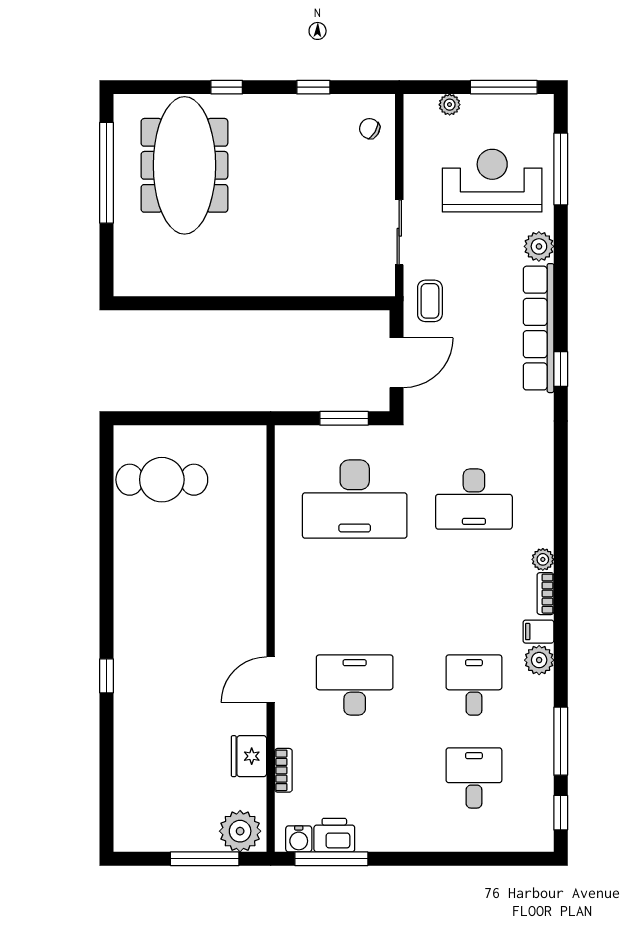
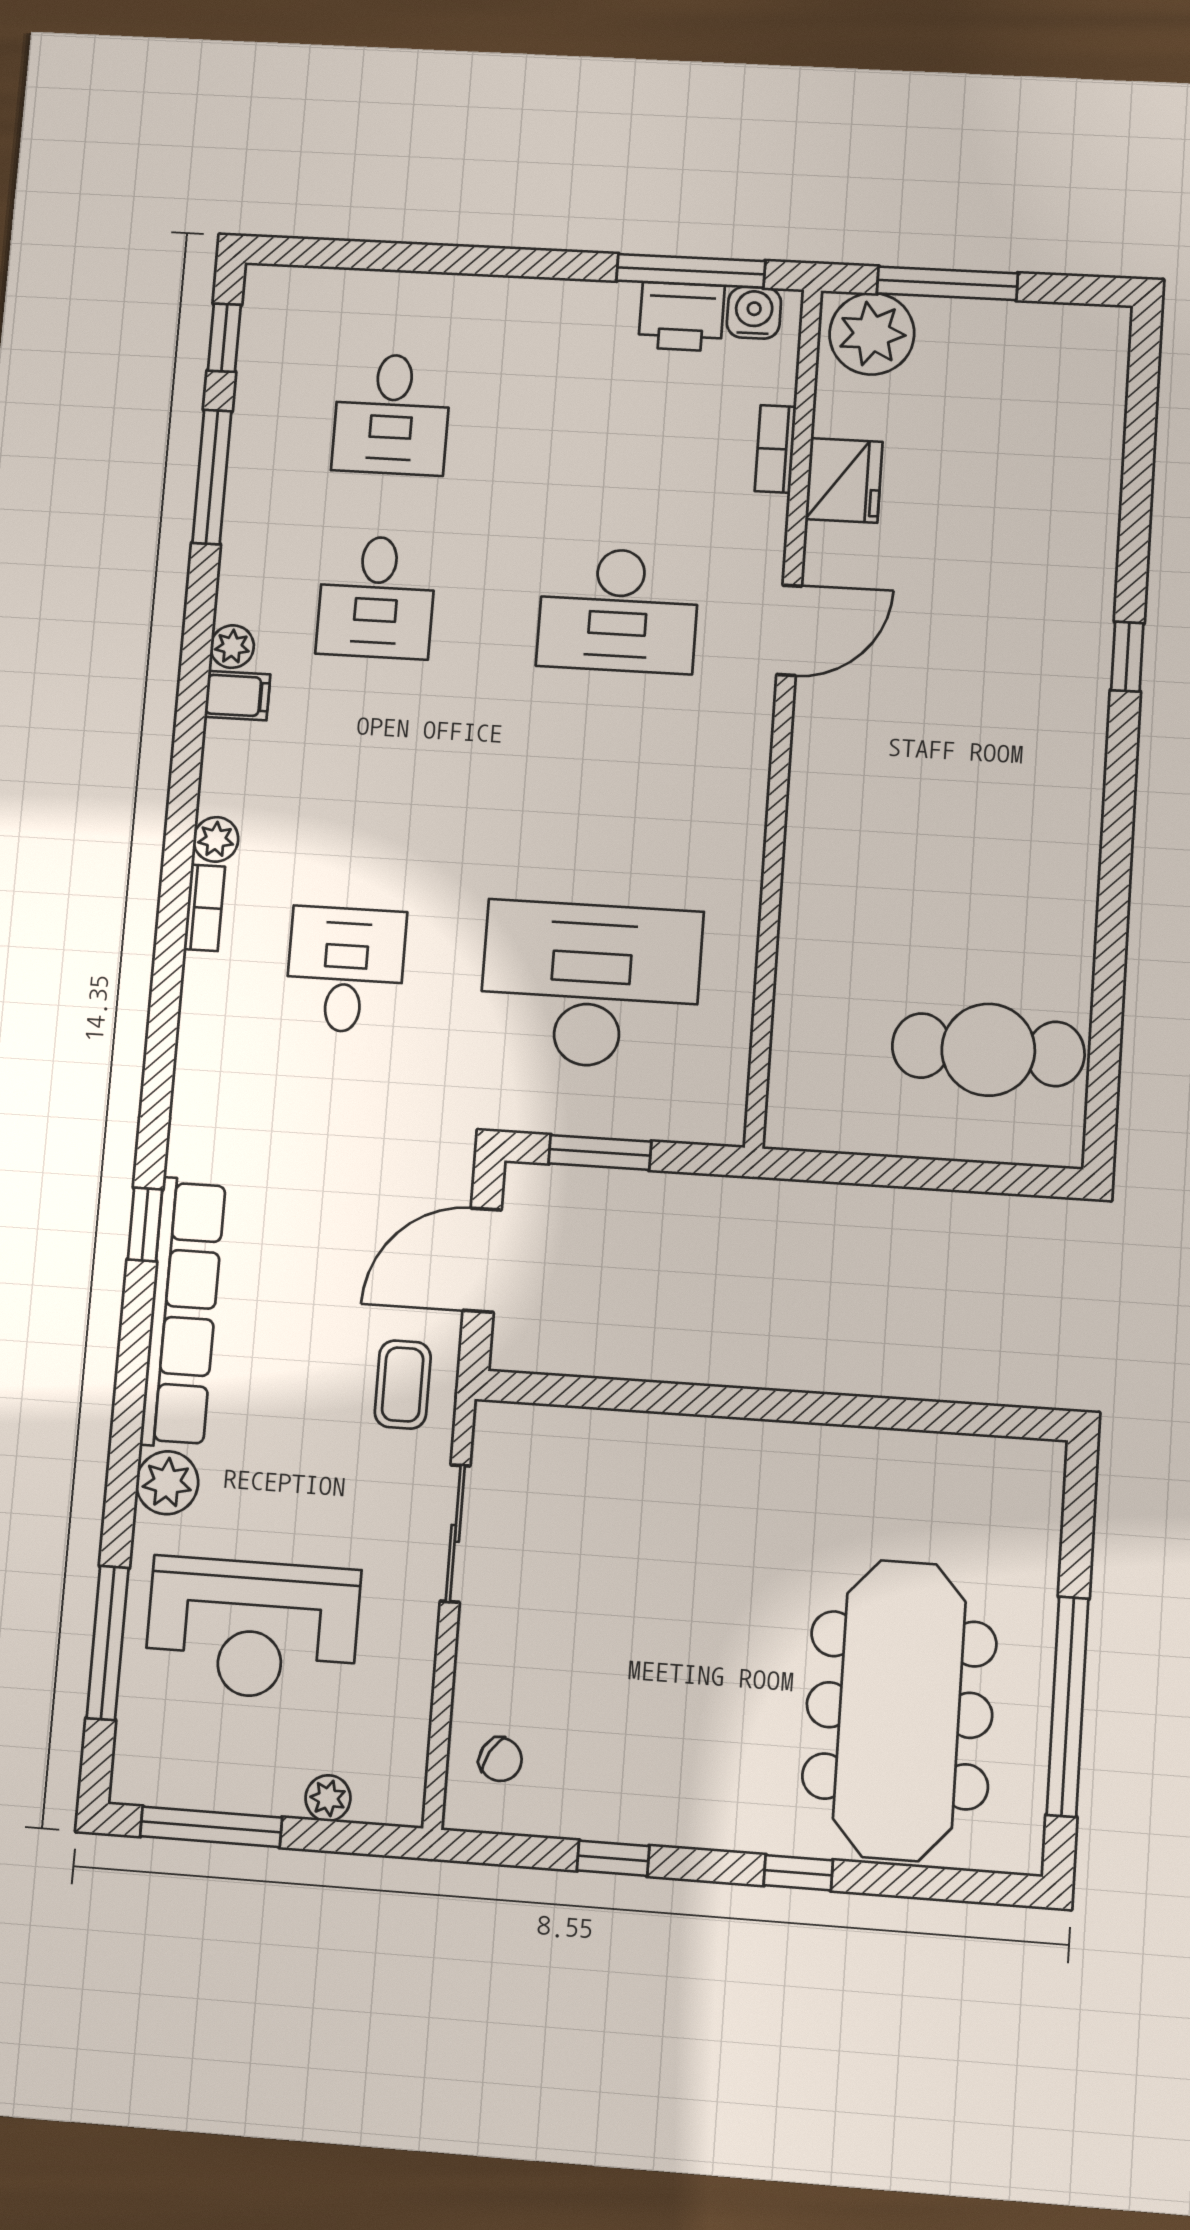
desk: (474, 499) -> (345, 970), width x0.73
bookcase: (545, 594) -> (204, 908), moved
plant: (539, 660) -> (232, 647), width x0.73, depth x0.73

